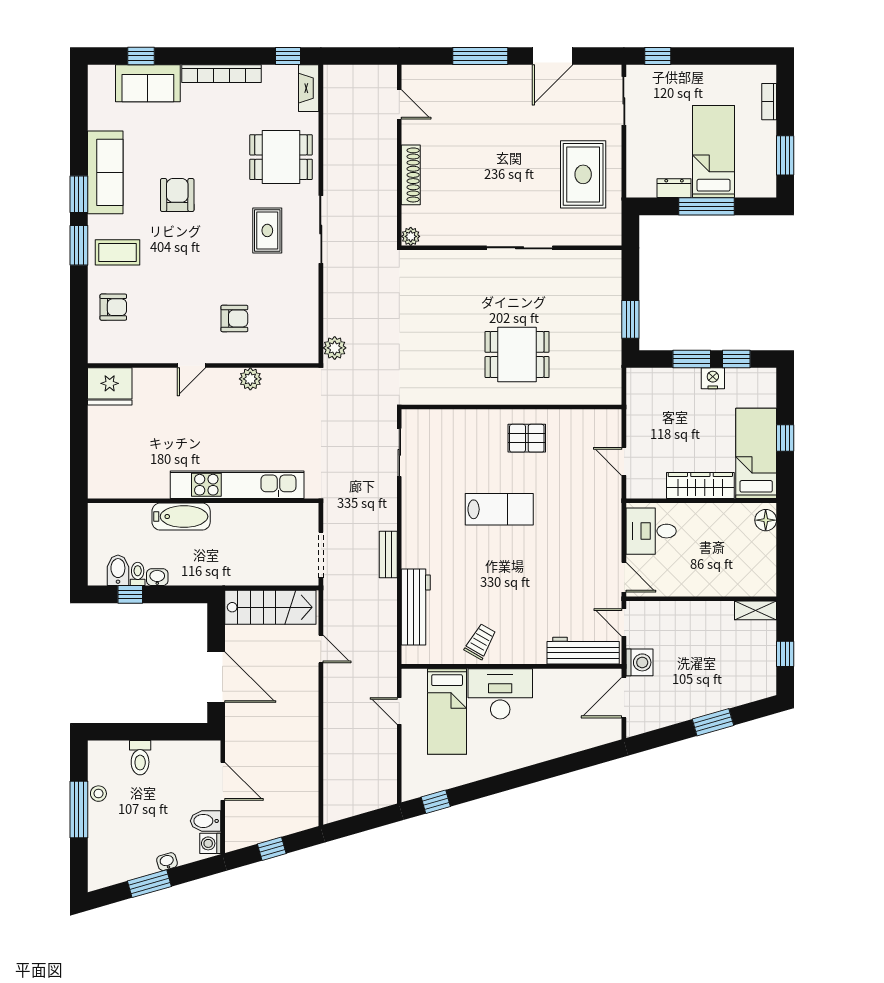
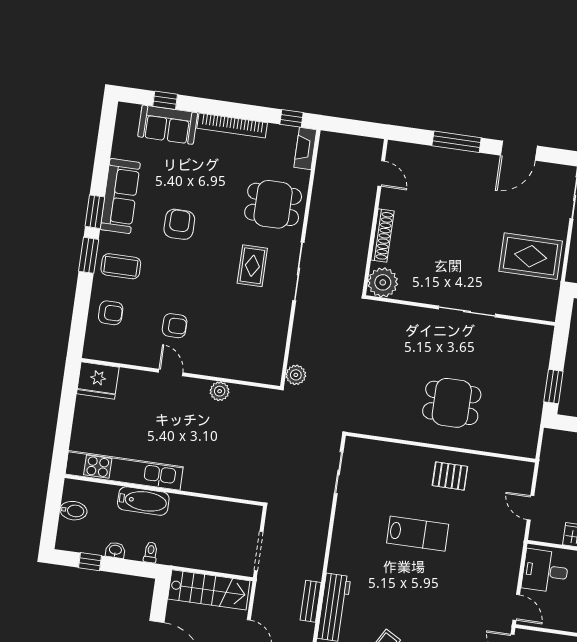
rug: (583, 174) -> (531, 256), turned 90
plant: (411, 236) -> (383, 282), width x1.87, depth x1.87
armchair: (234, 318) -> (175, 326), moved
door: (191, 366) -> (171, 373), swing flipped
kitchen unit: (237, 485) -> (124, 470), moved
bench: (388, 554) -> (311, 601), moved
bidet: (118, 570) -> (73, 511), moved, turned 90
toilet: (138, 574) -> (151, 552), moved

